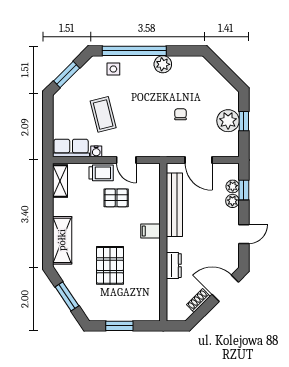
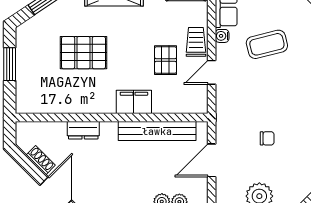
trolley: (101, 173) -> (196, 42), turned 180
filing cabinet: (150, 231) -> (134, 102), width x2.00

